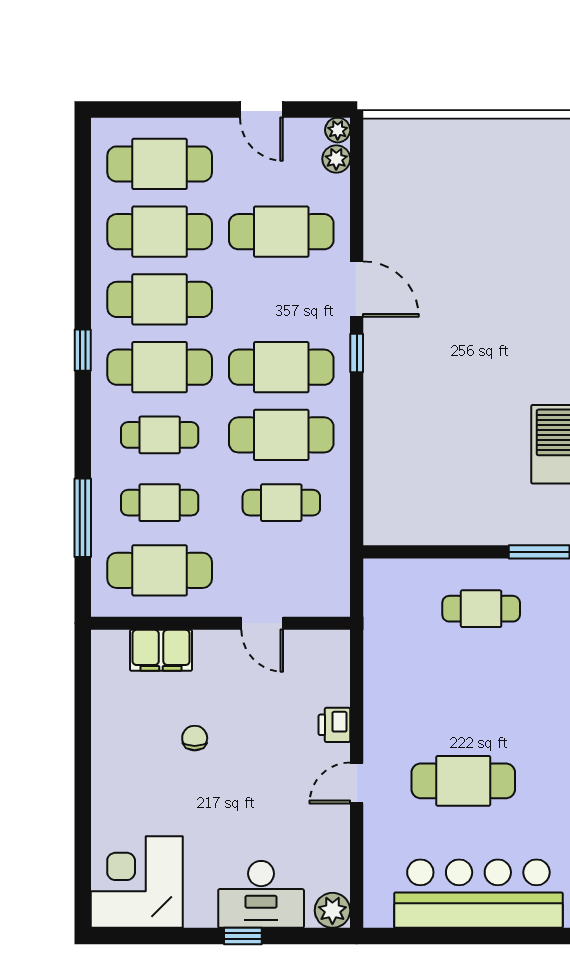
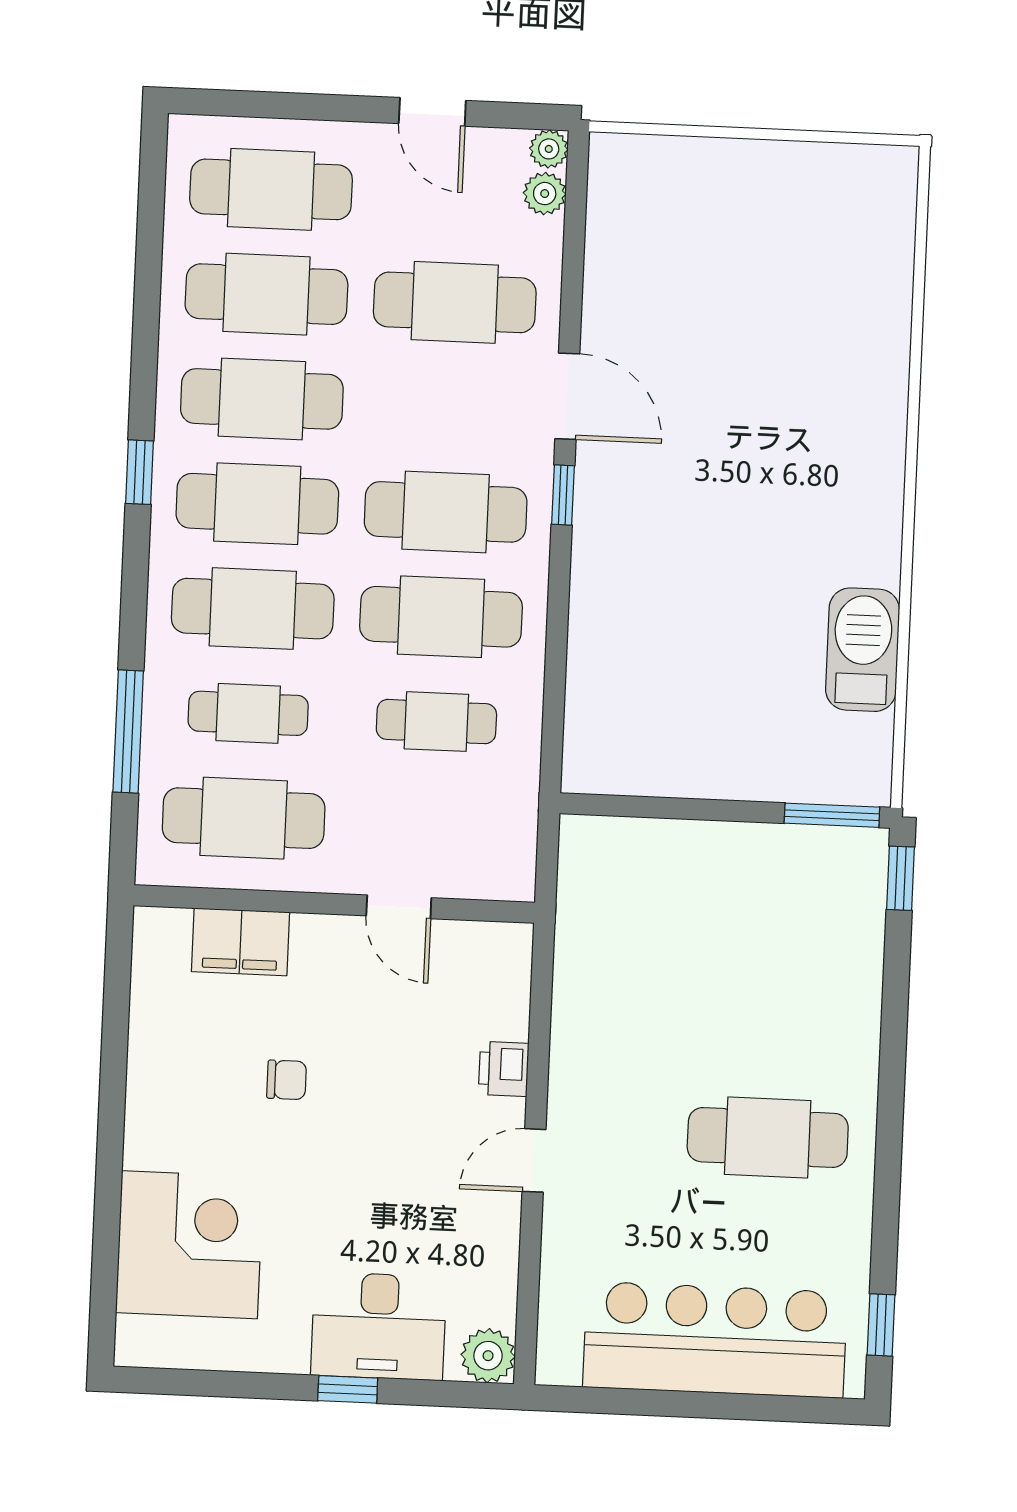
cafe table: (160, 435) -> (253, 609), width x1.37, depth x1.35
cafe table: (481, 609) -> (738, 899), removed
chair: (195, 738) -> (287, 1080), turned 90
cafe table: (463, 781) -> (768, 1138), moved
corner desk: (137, 882) -> (189, 1245), moved, turned 90

